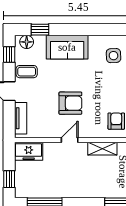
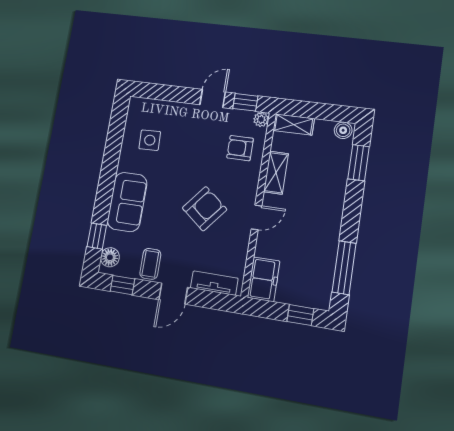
armchair: (70, 103) -> (205, 209), turned 39
door: (70, 140) -> (257, 217), swing flipped

